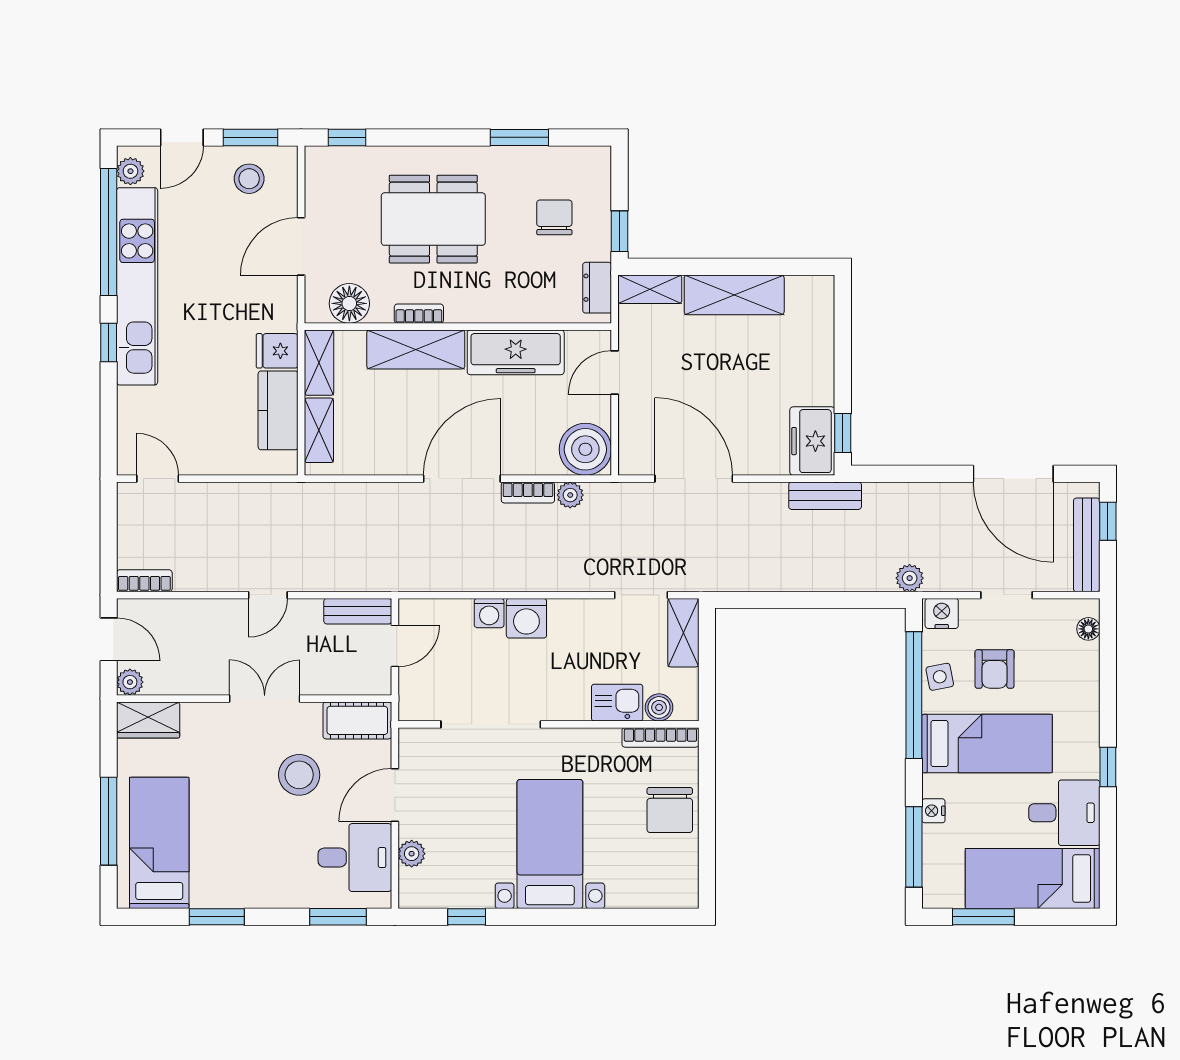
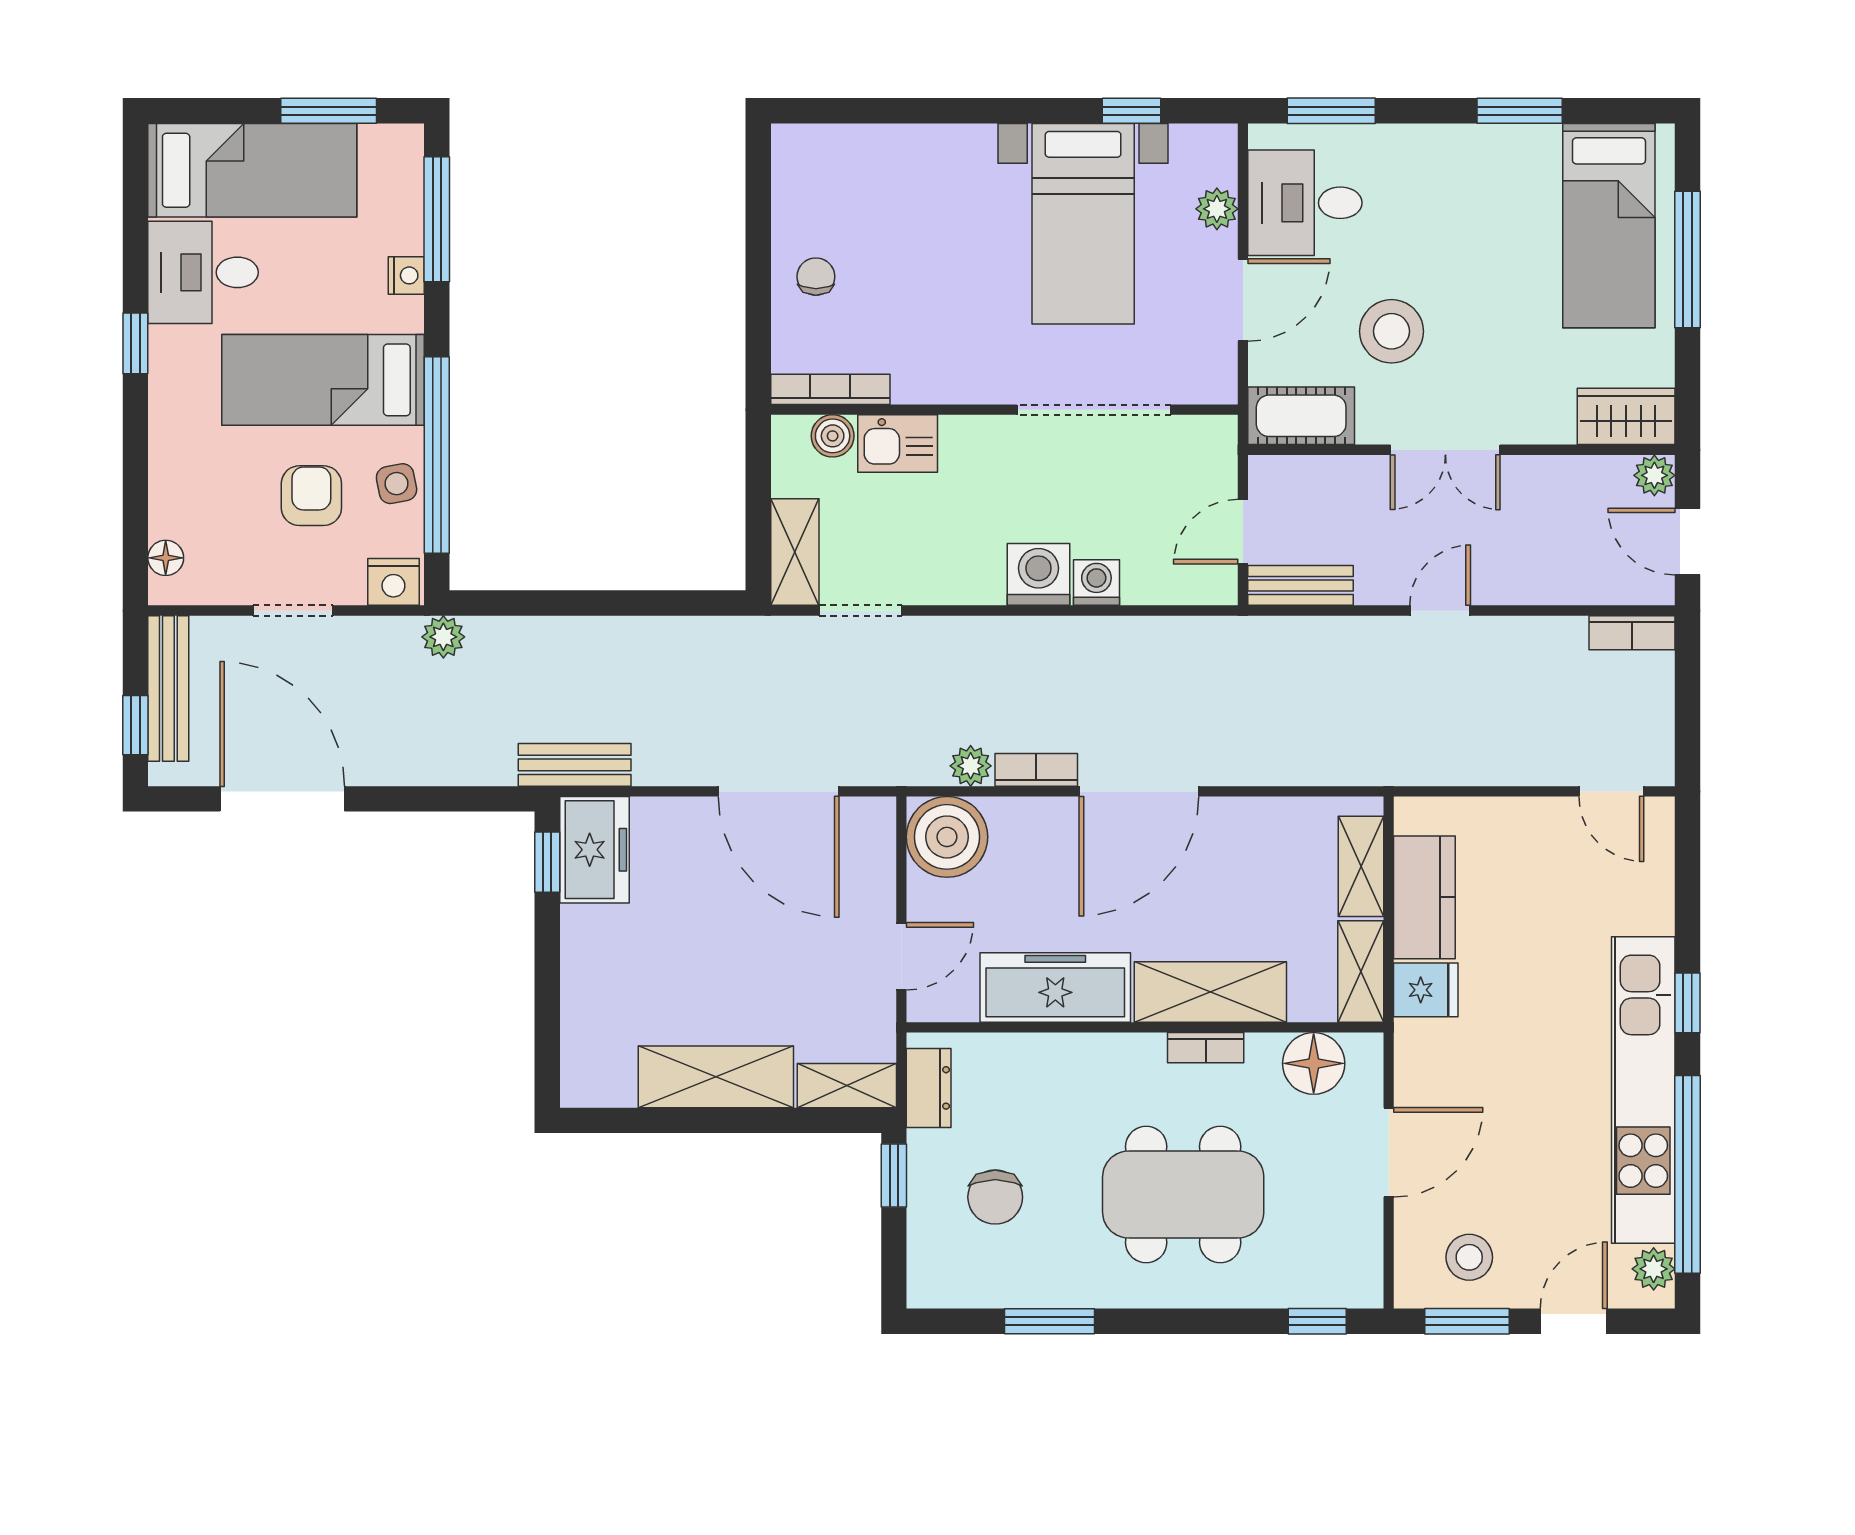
chair: (670, 810) -> (816, 277), width x0.54, depth x0.54
bed with nightstands: (550, 844) -> (1083, 224), moved

